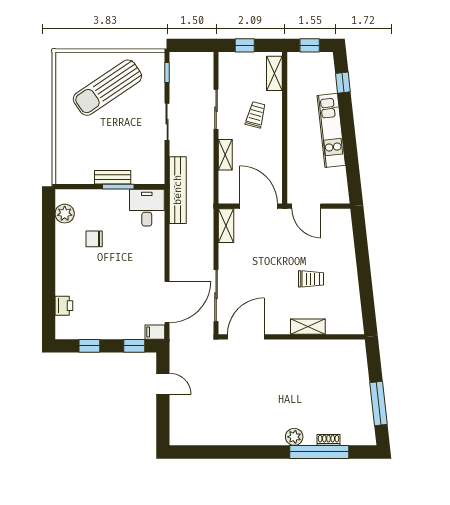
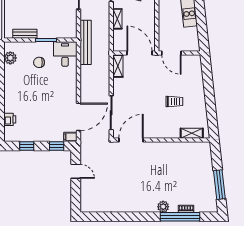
bench: (113, 177) -> (25, 34), moved
chair: (94, 239) -> (39, 62), moved
shelving: (308, 327) -> (192, 133), moved

